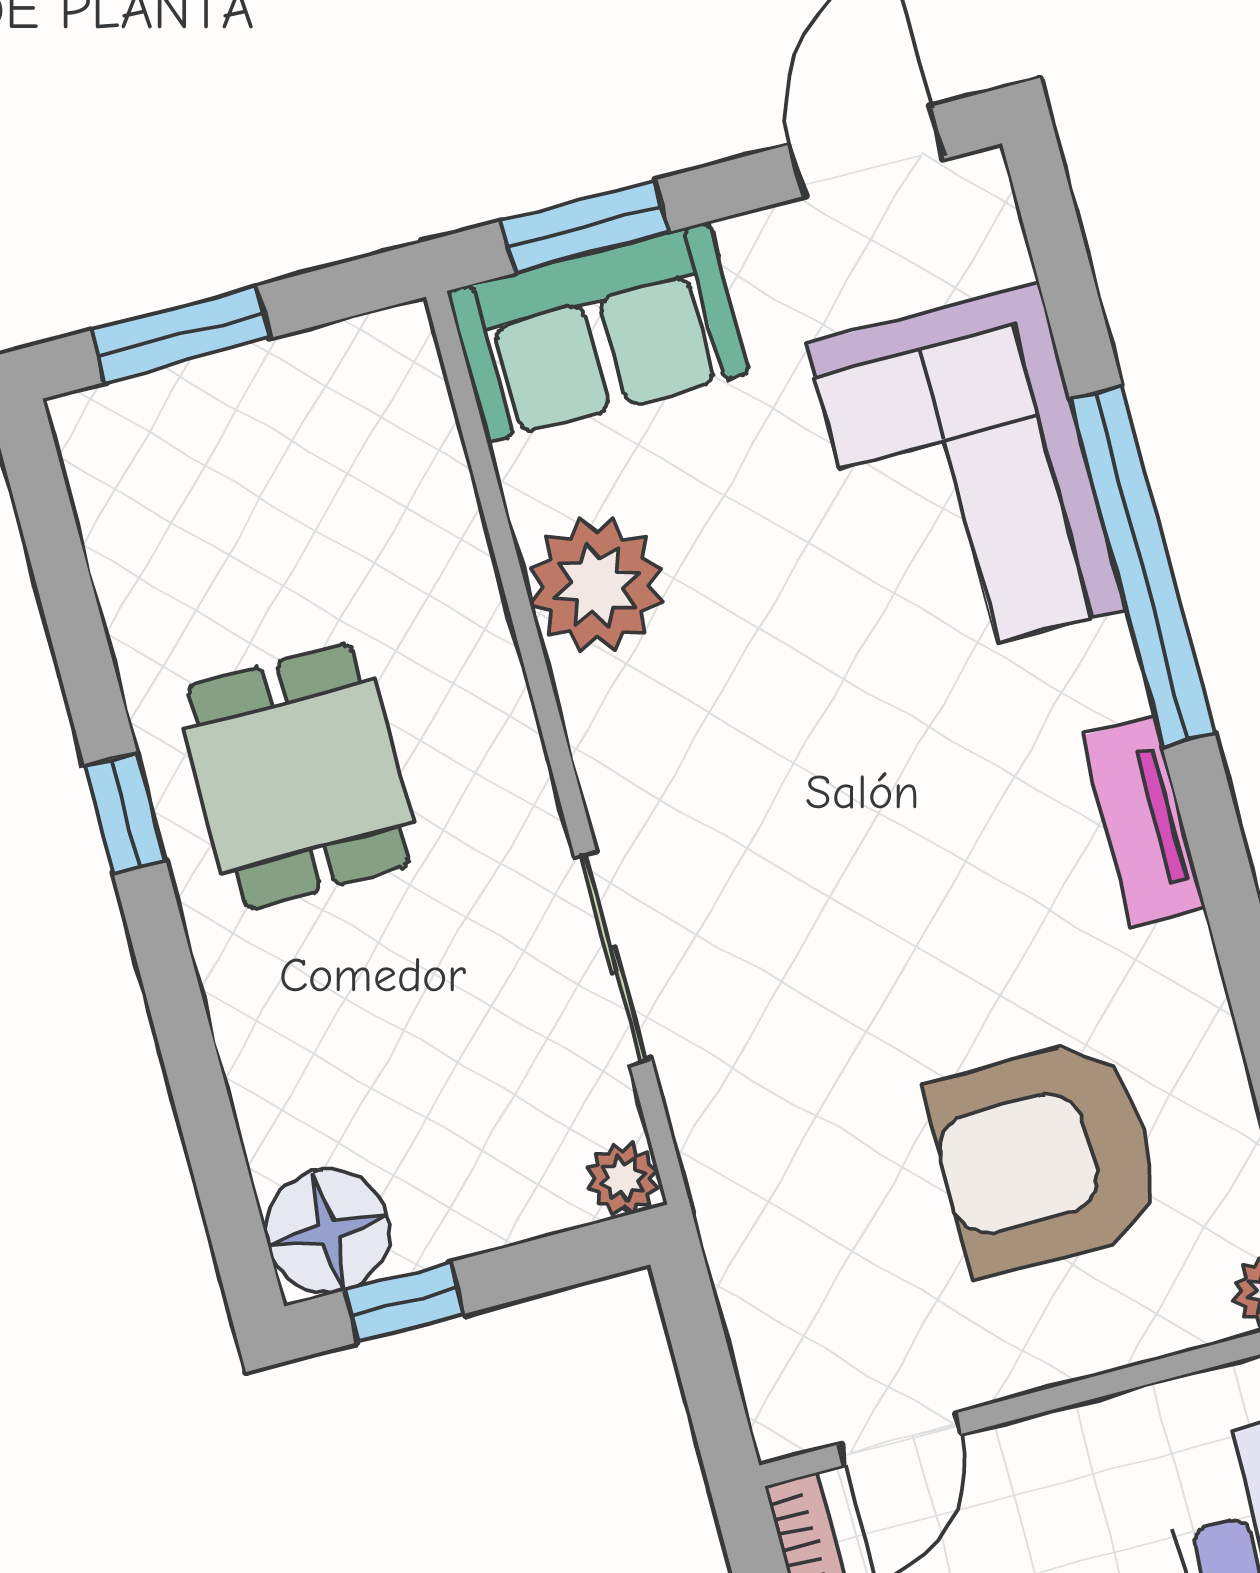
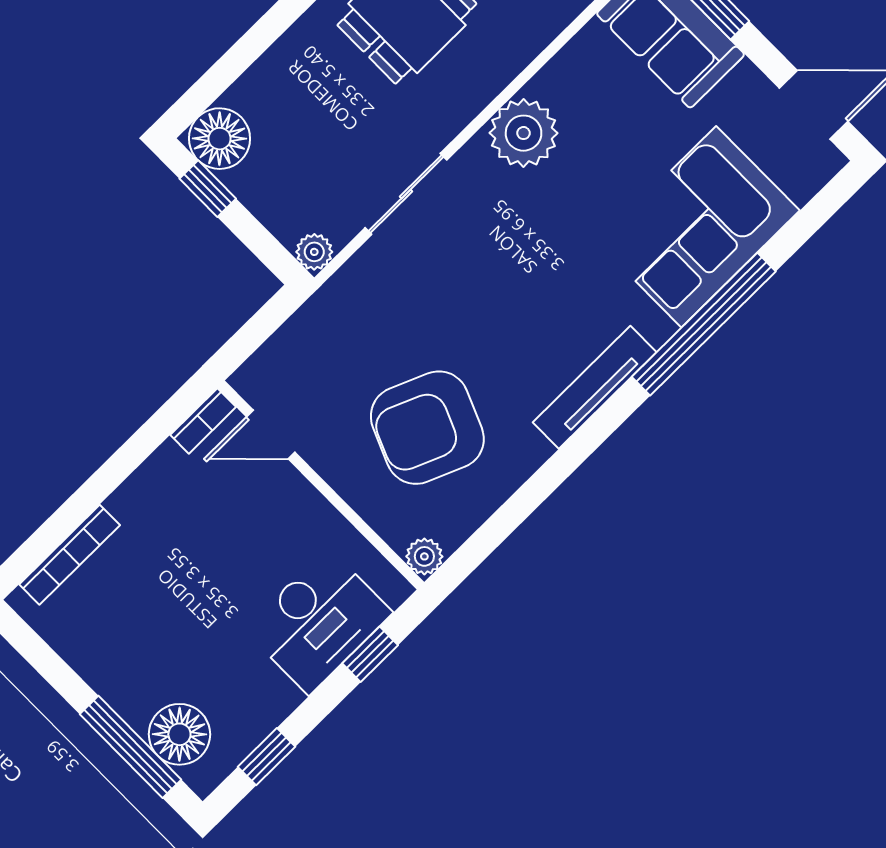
plant: (596, 585) -> (524, 133), moved
tv unit: (1143, 822) -> (595, 387), width x1.41
armchair: (1046, 1157) -> (427, 428), turned -67

